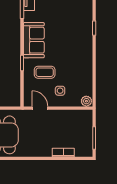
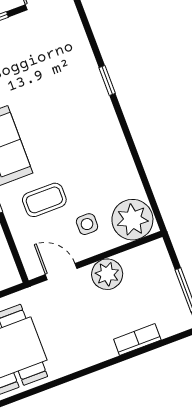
plant: (86, 101) -> (132, 220), width x1.88, depth x1.88
plant: (61, 117) -> (107, 274), added

